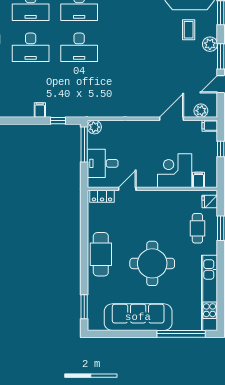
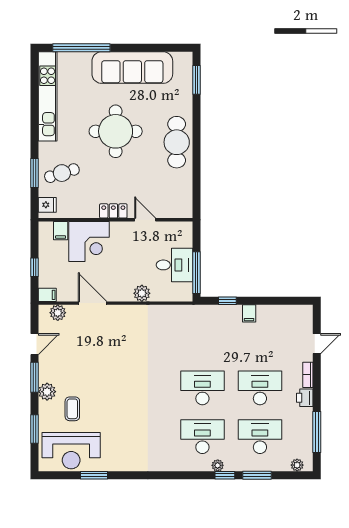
door: (172, 119) -> (93, 303), swing flipped
plant: (94, 127) -> (142, 293), moved
desk: (103, 163) -> (174, 265), moved
door: (127, 189) -> (145, 220), swing flipped
locker: (102, 196) -> (113, 211), moved
cafe table: (197, 228) -> (62, 173), turned 73

